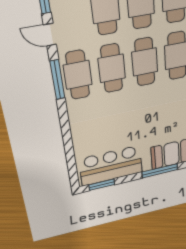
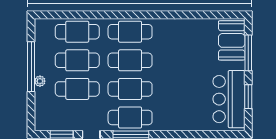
window: (102, 185) -> (248, 97), moved

